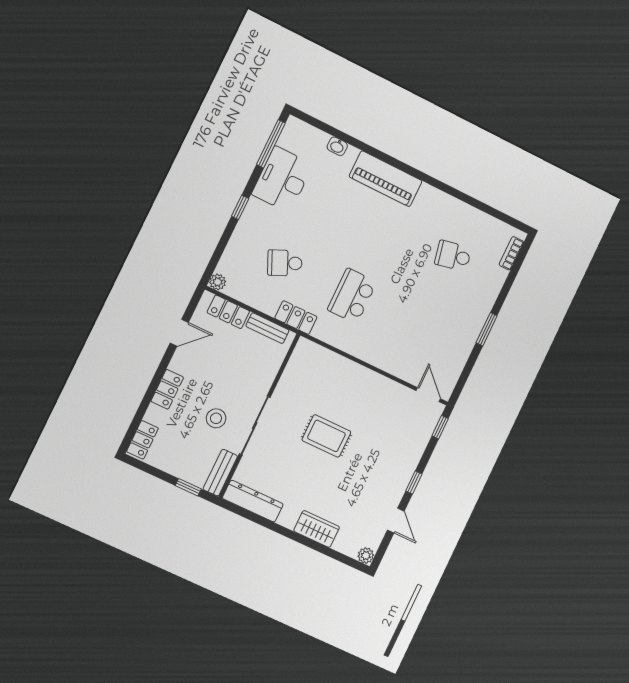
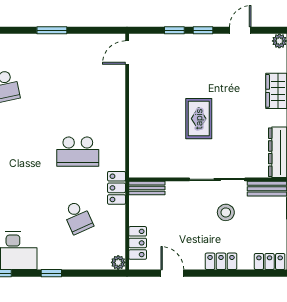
bench: (267, 328) -> (147, 188), moved, turned 90
window: (440, 427) -> (174, 30), moved

